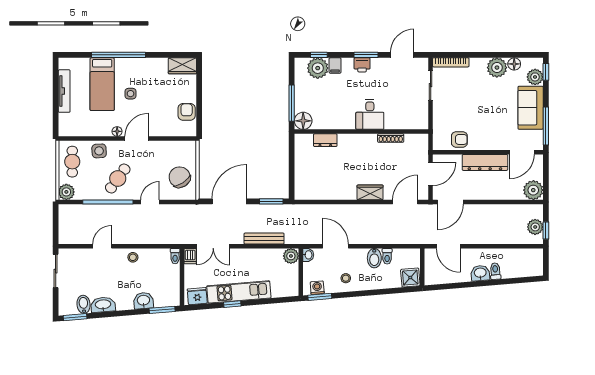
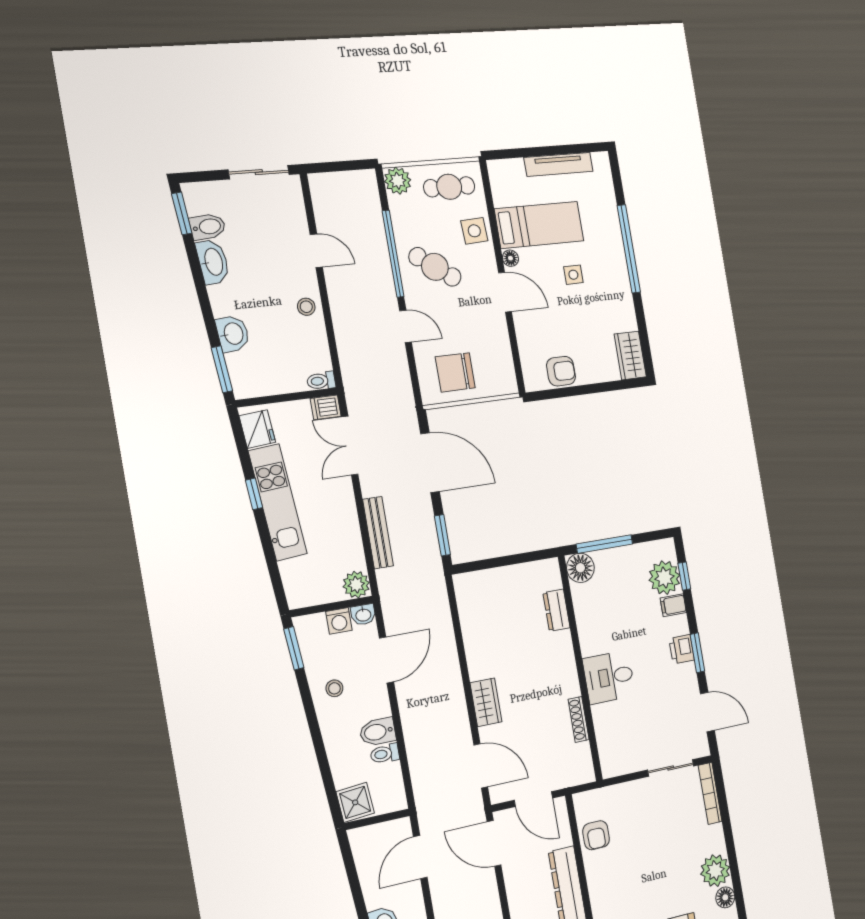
bed: (102, 84) -> (539, 225), moved, turned 180
chair: (180, 177) -> (455, 372), turned -147
washing machine: (317, 288) -> (339, 621), moved, turned 95

